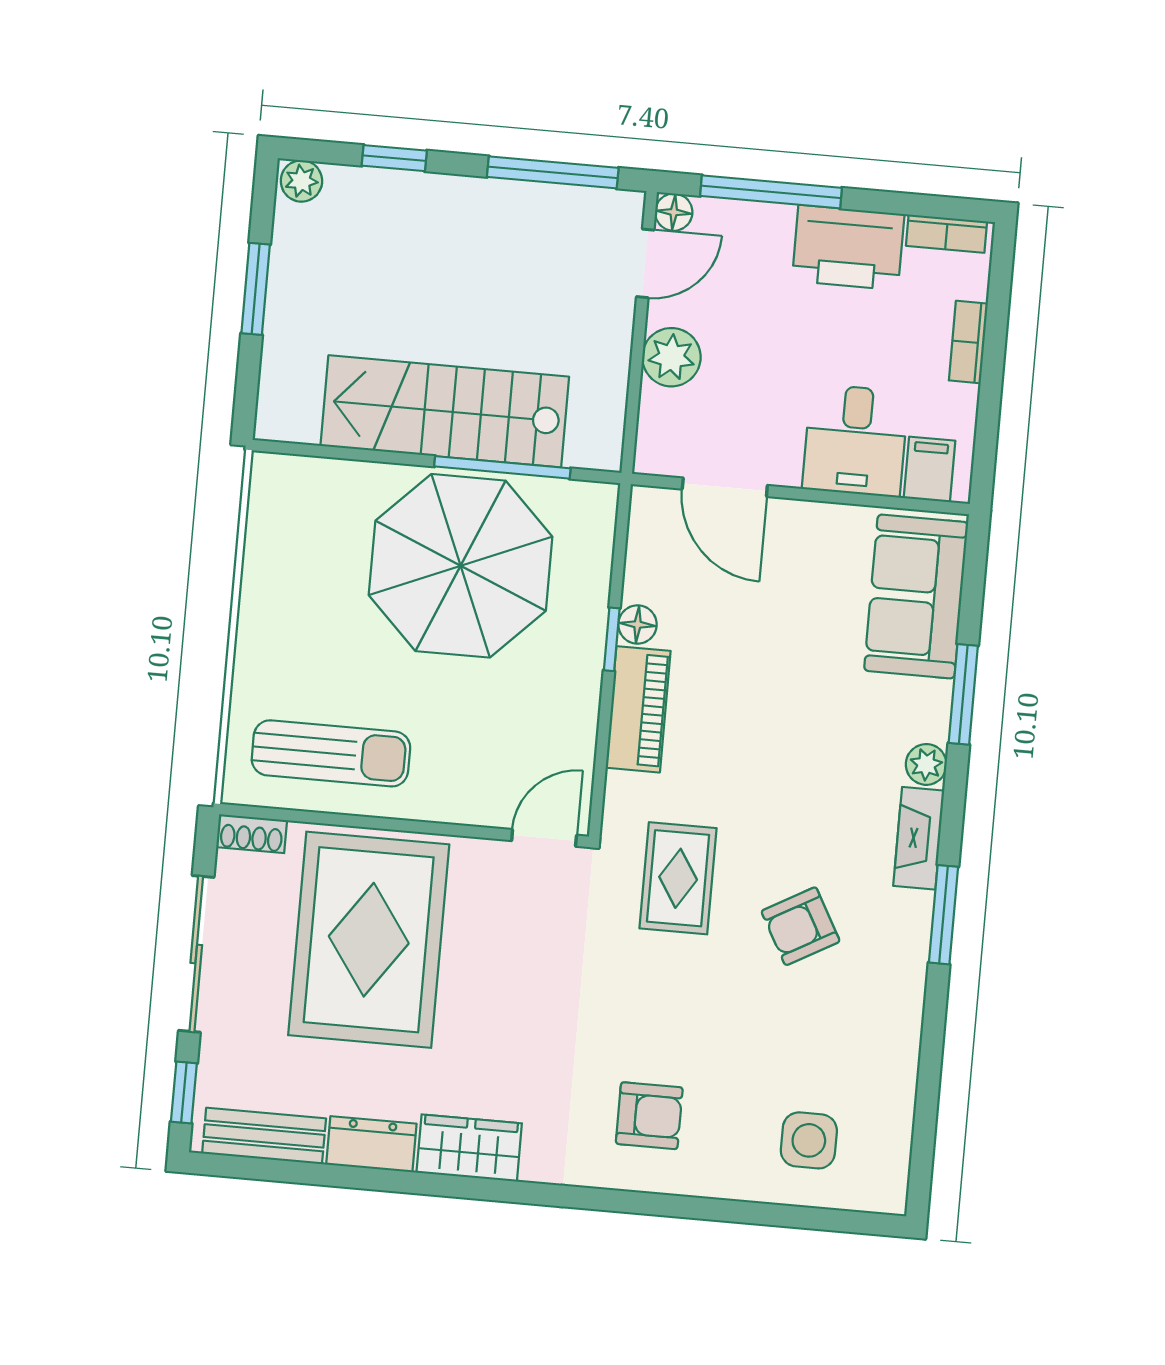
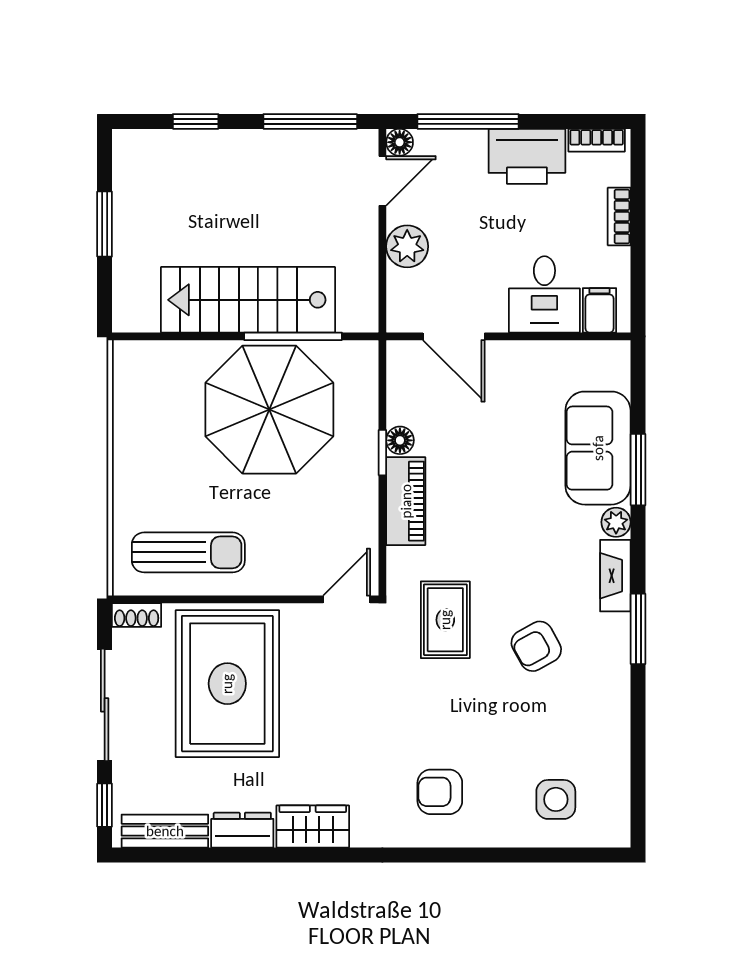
plant: (301, 181) -> (131, 144), removed
sofa: (916, 596) -> (598, 448), moved
armchair: (649, 1116) -> (440, 792), turned 180

